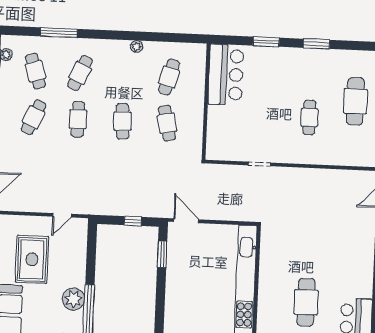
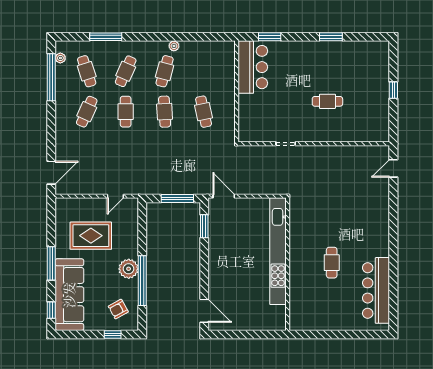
window: (266, 42) -> (270, 37), moved
cafe table: (169, 77) -> (165, 71), moved
cafe table: (355, 101) -> (367, 85), removed
cafe table: (309, 118) -> (327, 101), turned 90
window: (133, 221) -> (177, 198), width x2.17
rug: (32, 259) -> (91, 236), turned 90
cafe table: (306, 302) -> (332, 263), width x0.73, depth x0.74

